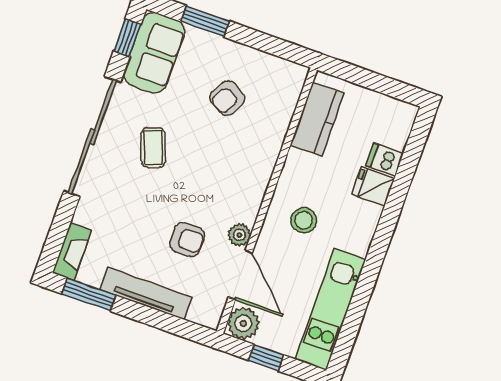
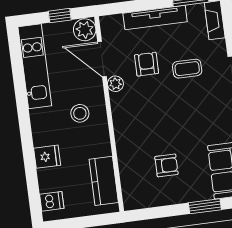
armchair: (227, 98) -> (166, 165), turned 60
coffee table: (153, 148) -> (187, 69), moved, turned -69
dishwasher: (385, 160) -> (52, 201), moved
armchair: (187, 240) -> (147, 64), turned 90

